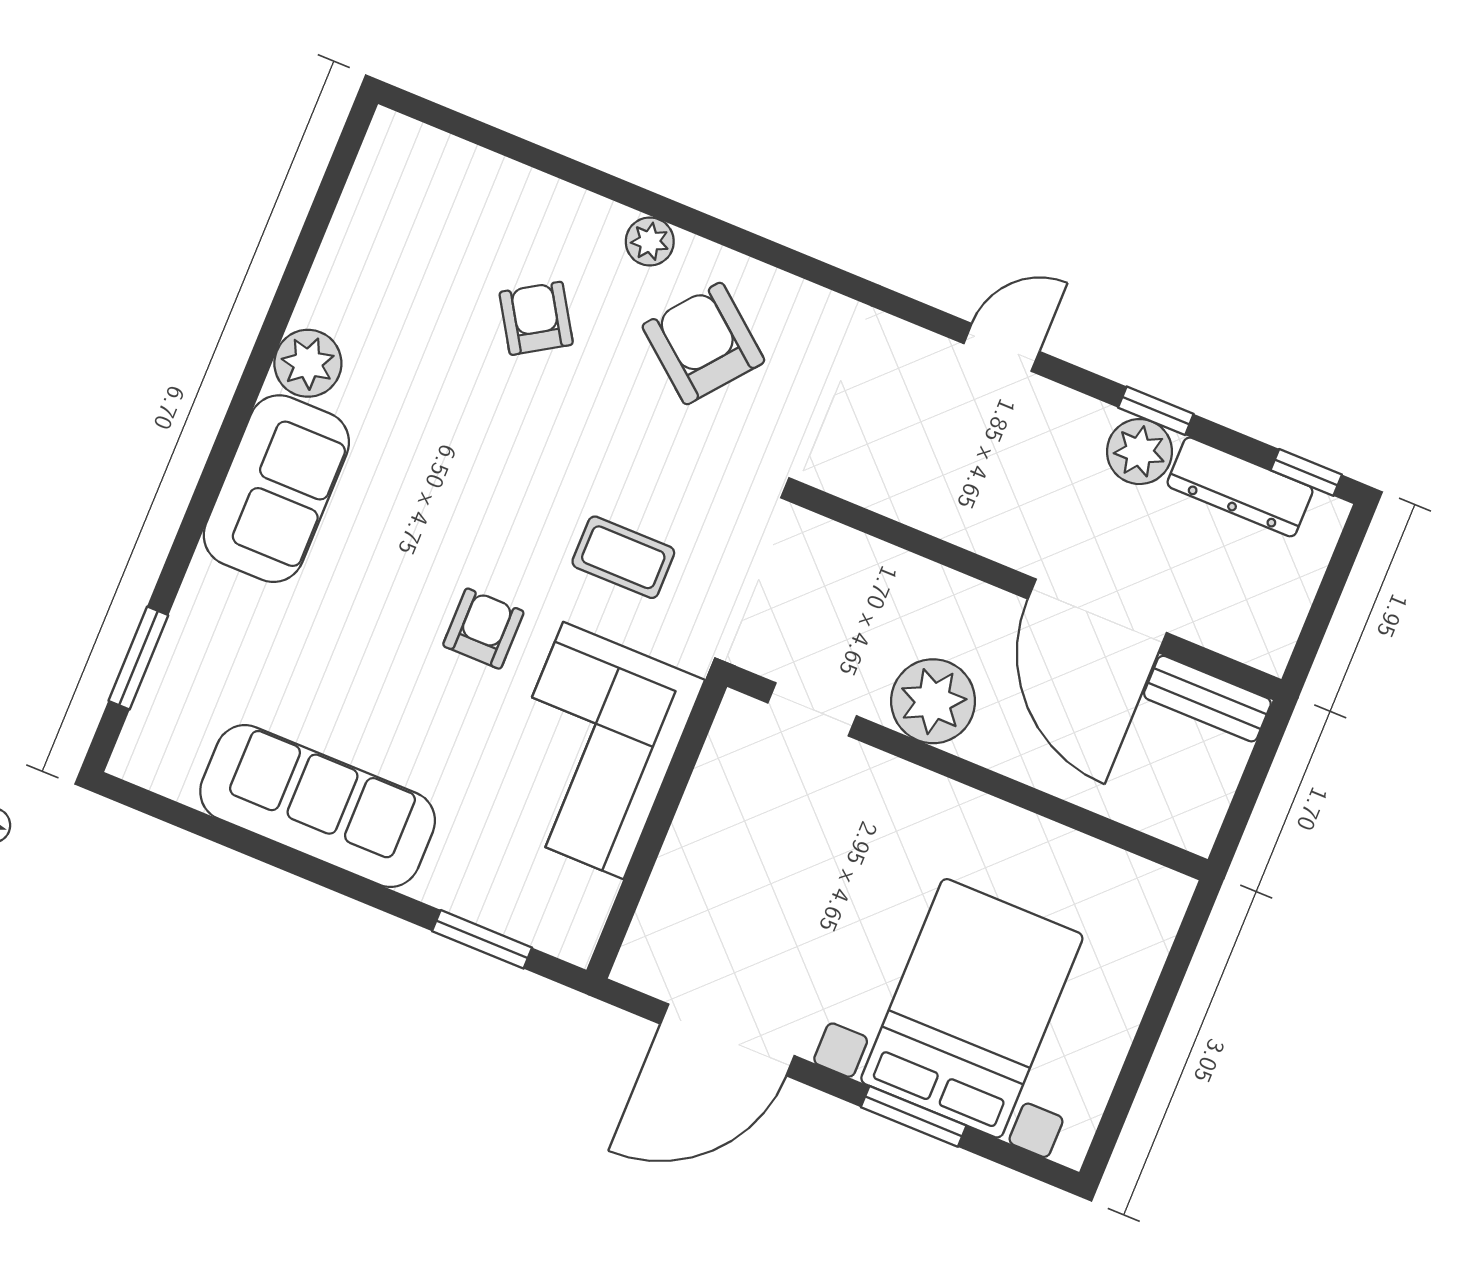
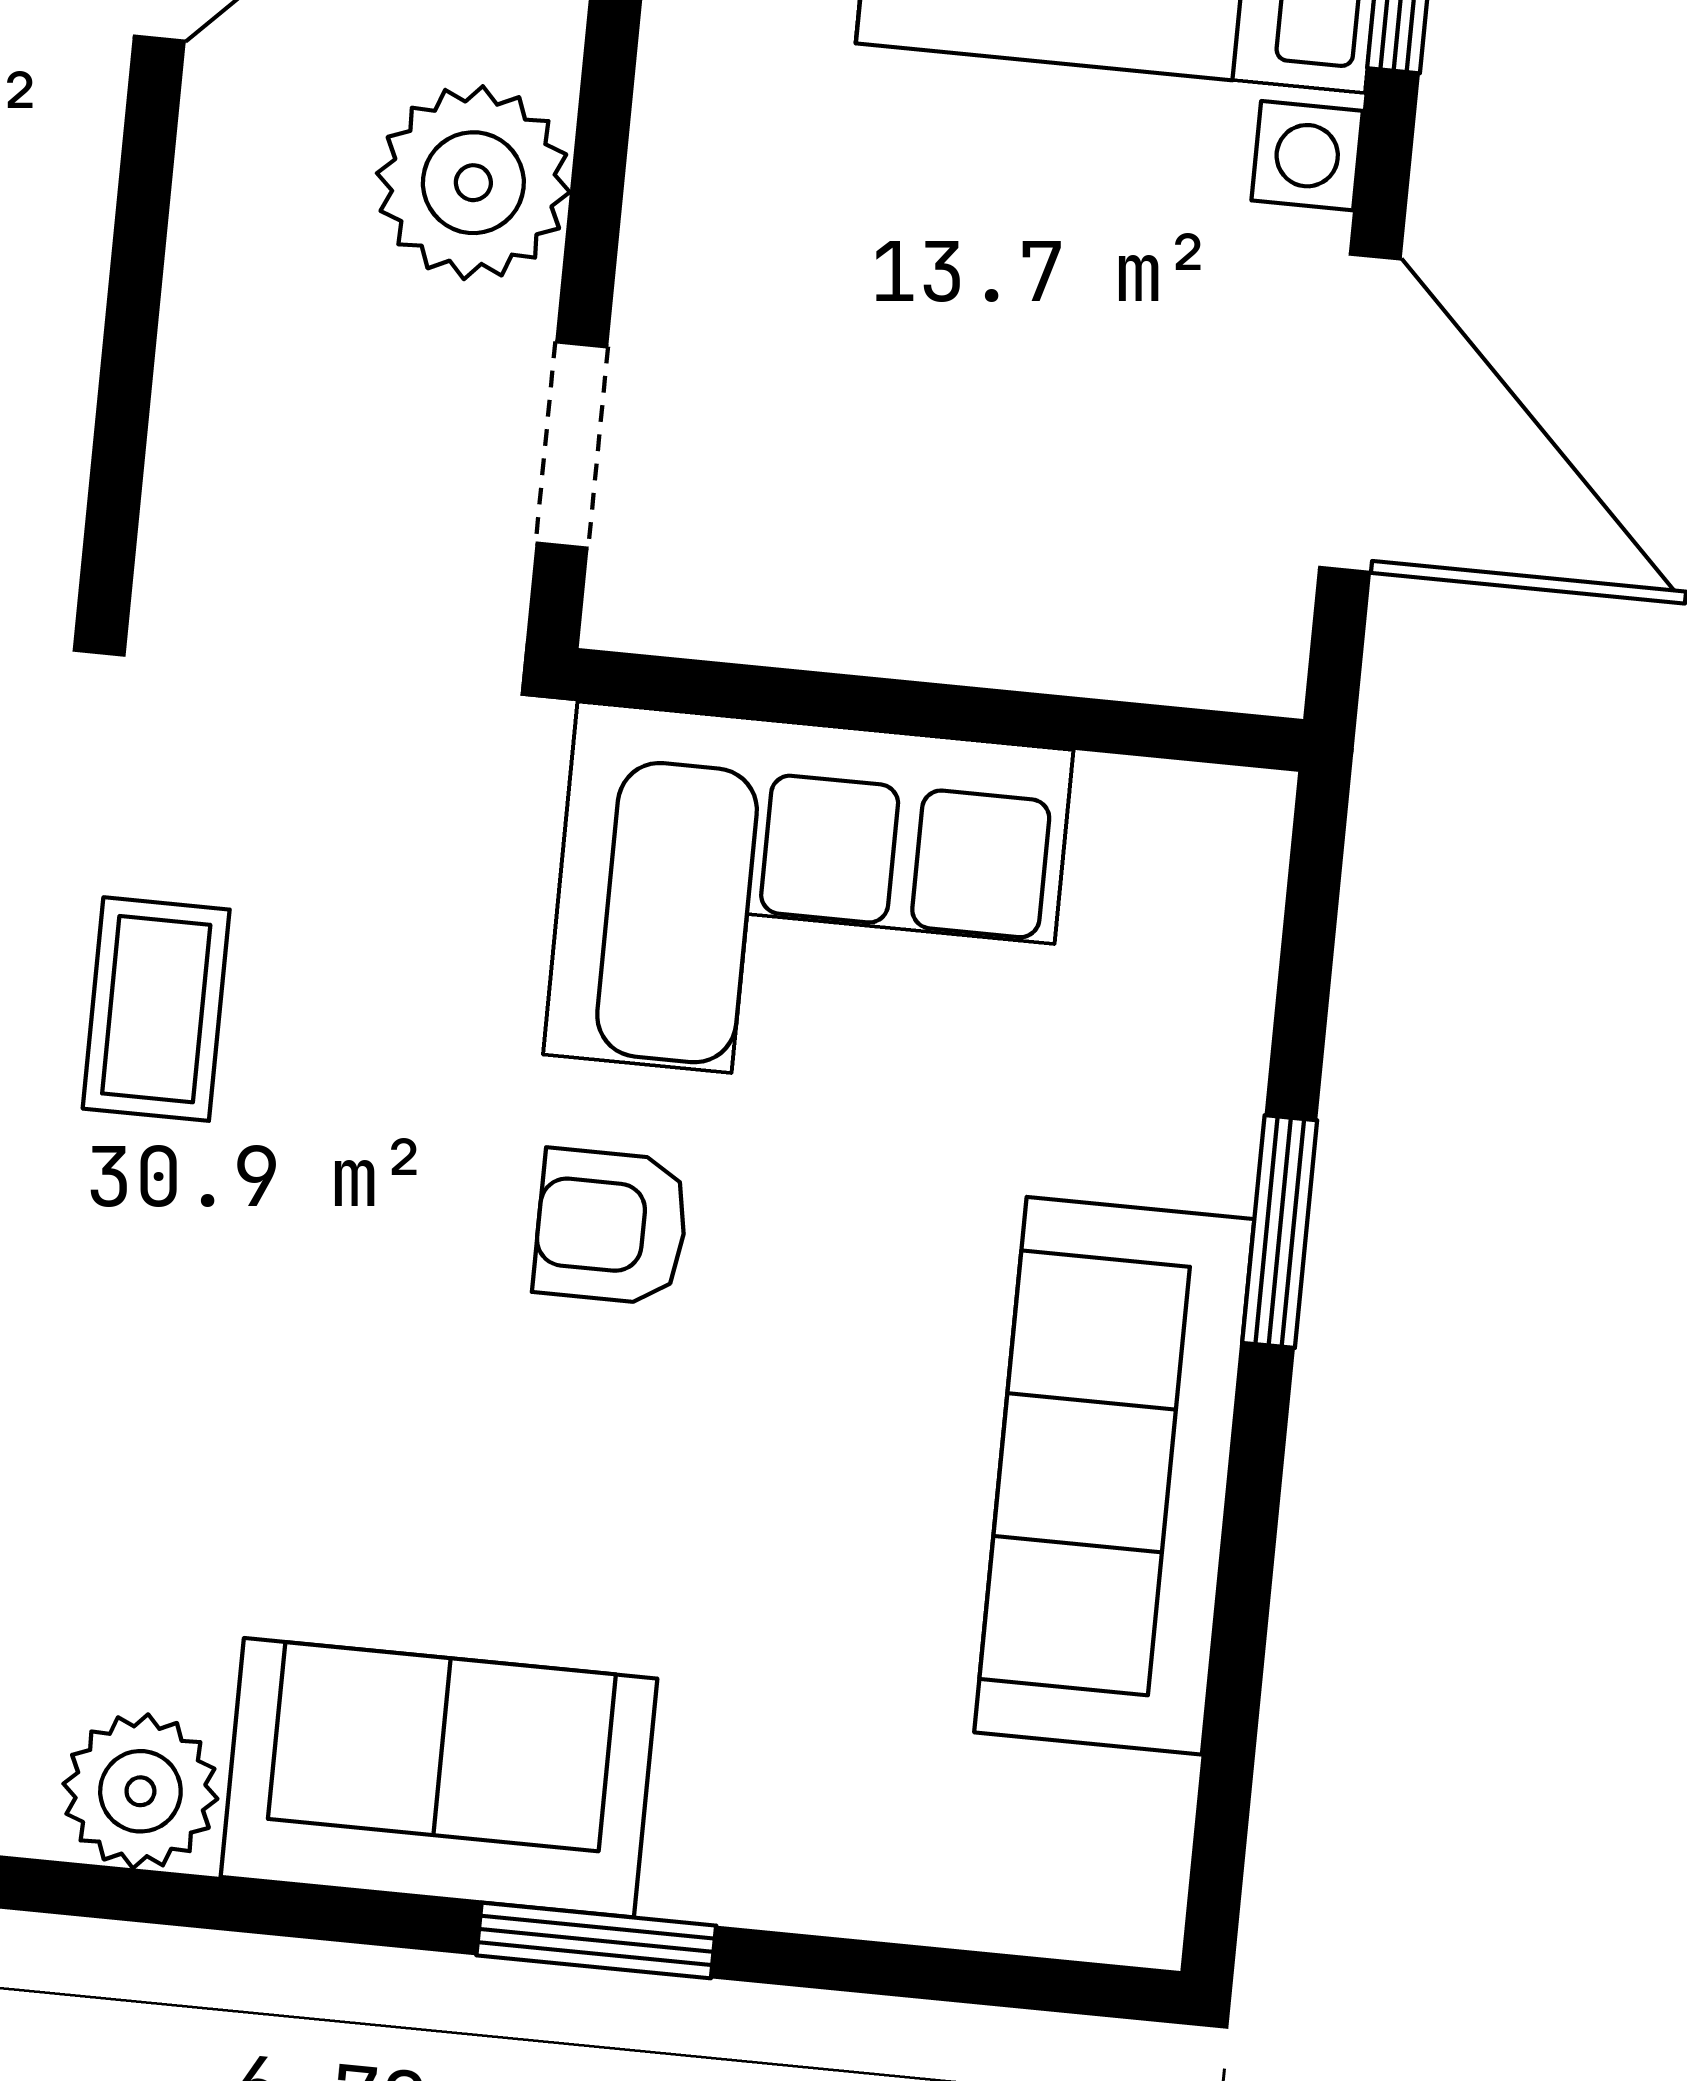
coffee table: (623, 557) -> (156, 1009), moved
window: (138, 658) -> (596, 1940), moved
window: (482, 939) -> (1280, 1232), moved

